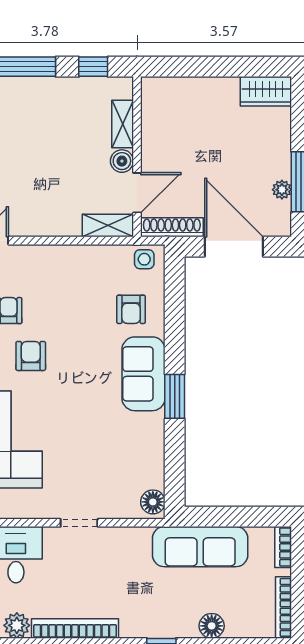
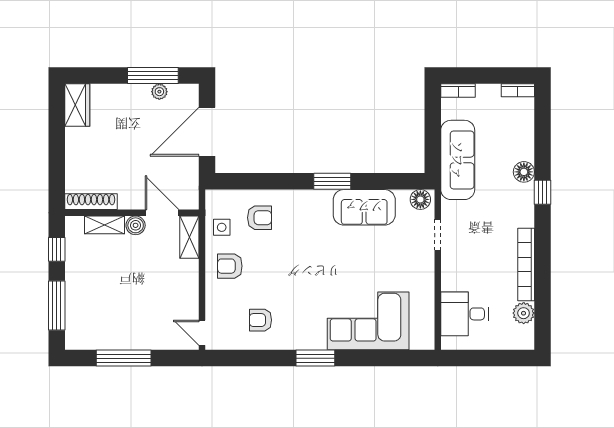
shoe rack: (172, 227) -> (91, 202), moved, turned 90
side table: (144, 259) -> (222, 227), moved
armchair: (31, 356) -> (230, 266), moved
sofa: (143, 374) -> (364, 207), moved
doorway: (79, 523) -> (438, 235), moved
bookcase: (283, 607) -> (518, 90), width x0.64
floor lamp: (212, 626) -> (524, 172), moved

